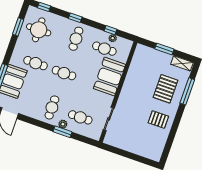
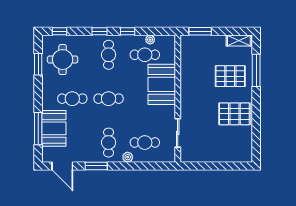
window: (111, 30) -> (128, 31), moved
window: (164, 49) -> (200, 31), moved
pallet: (165, 89) -> (230, 76), turned 90
pallet: (158, 120) -> (234, 114), width x1.50, depth x1.42
window: (62, 132) -> (96, 166), moved

